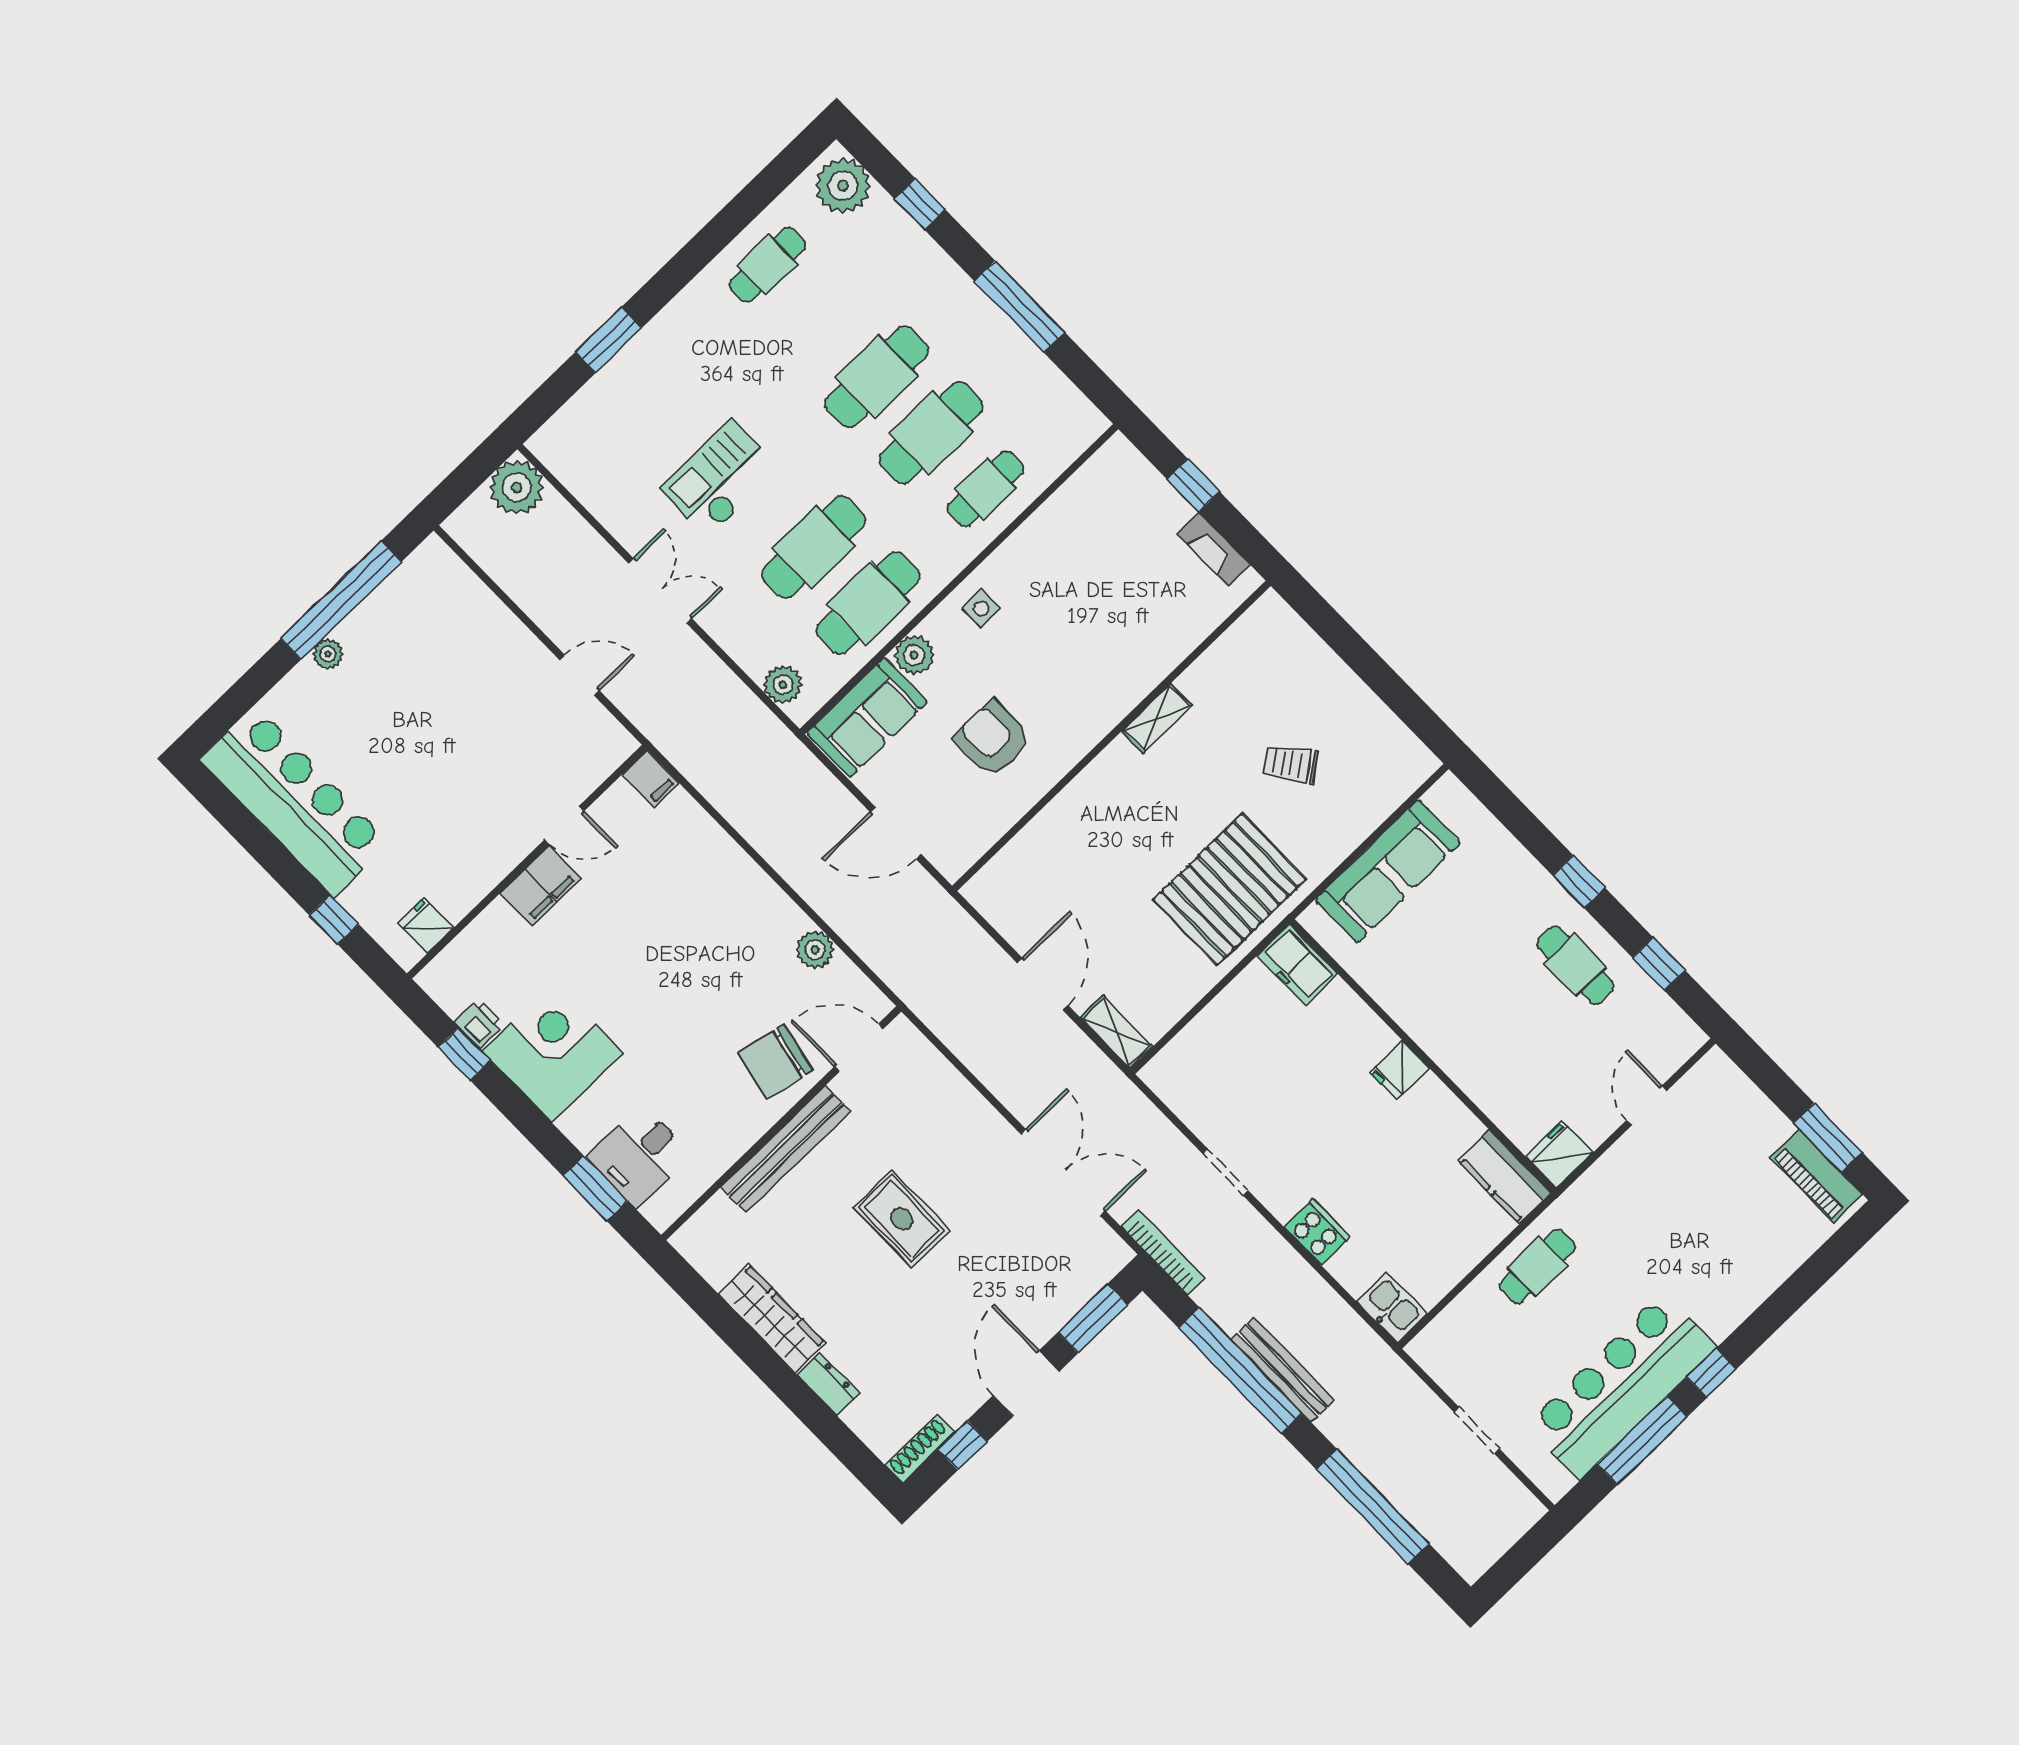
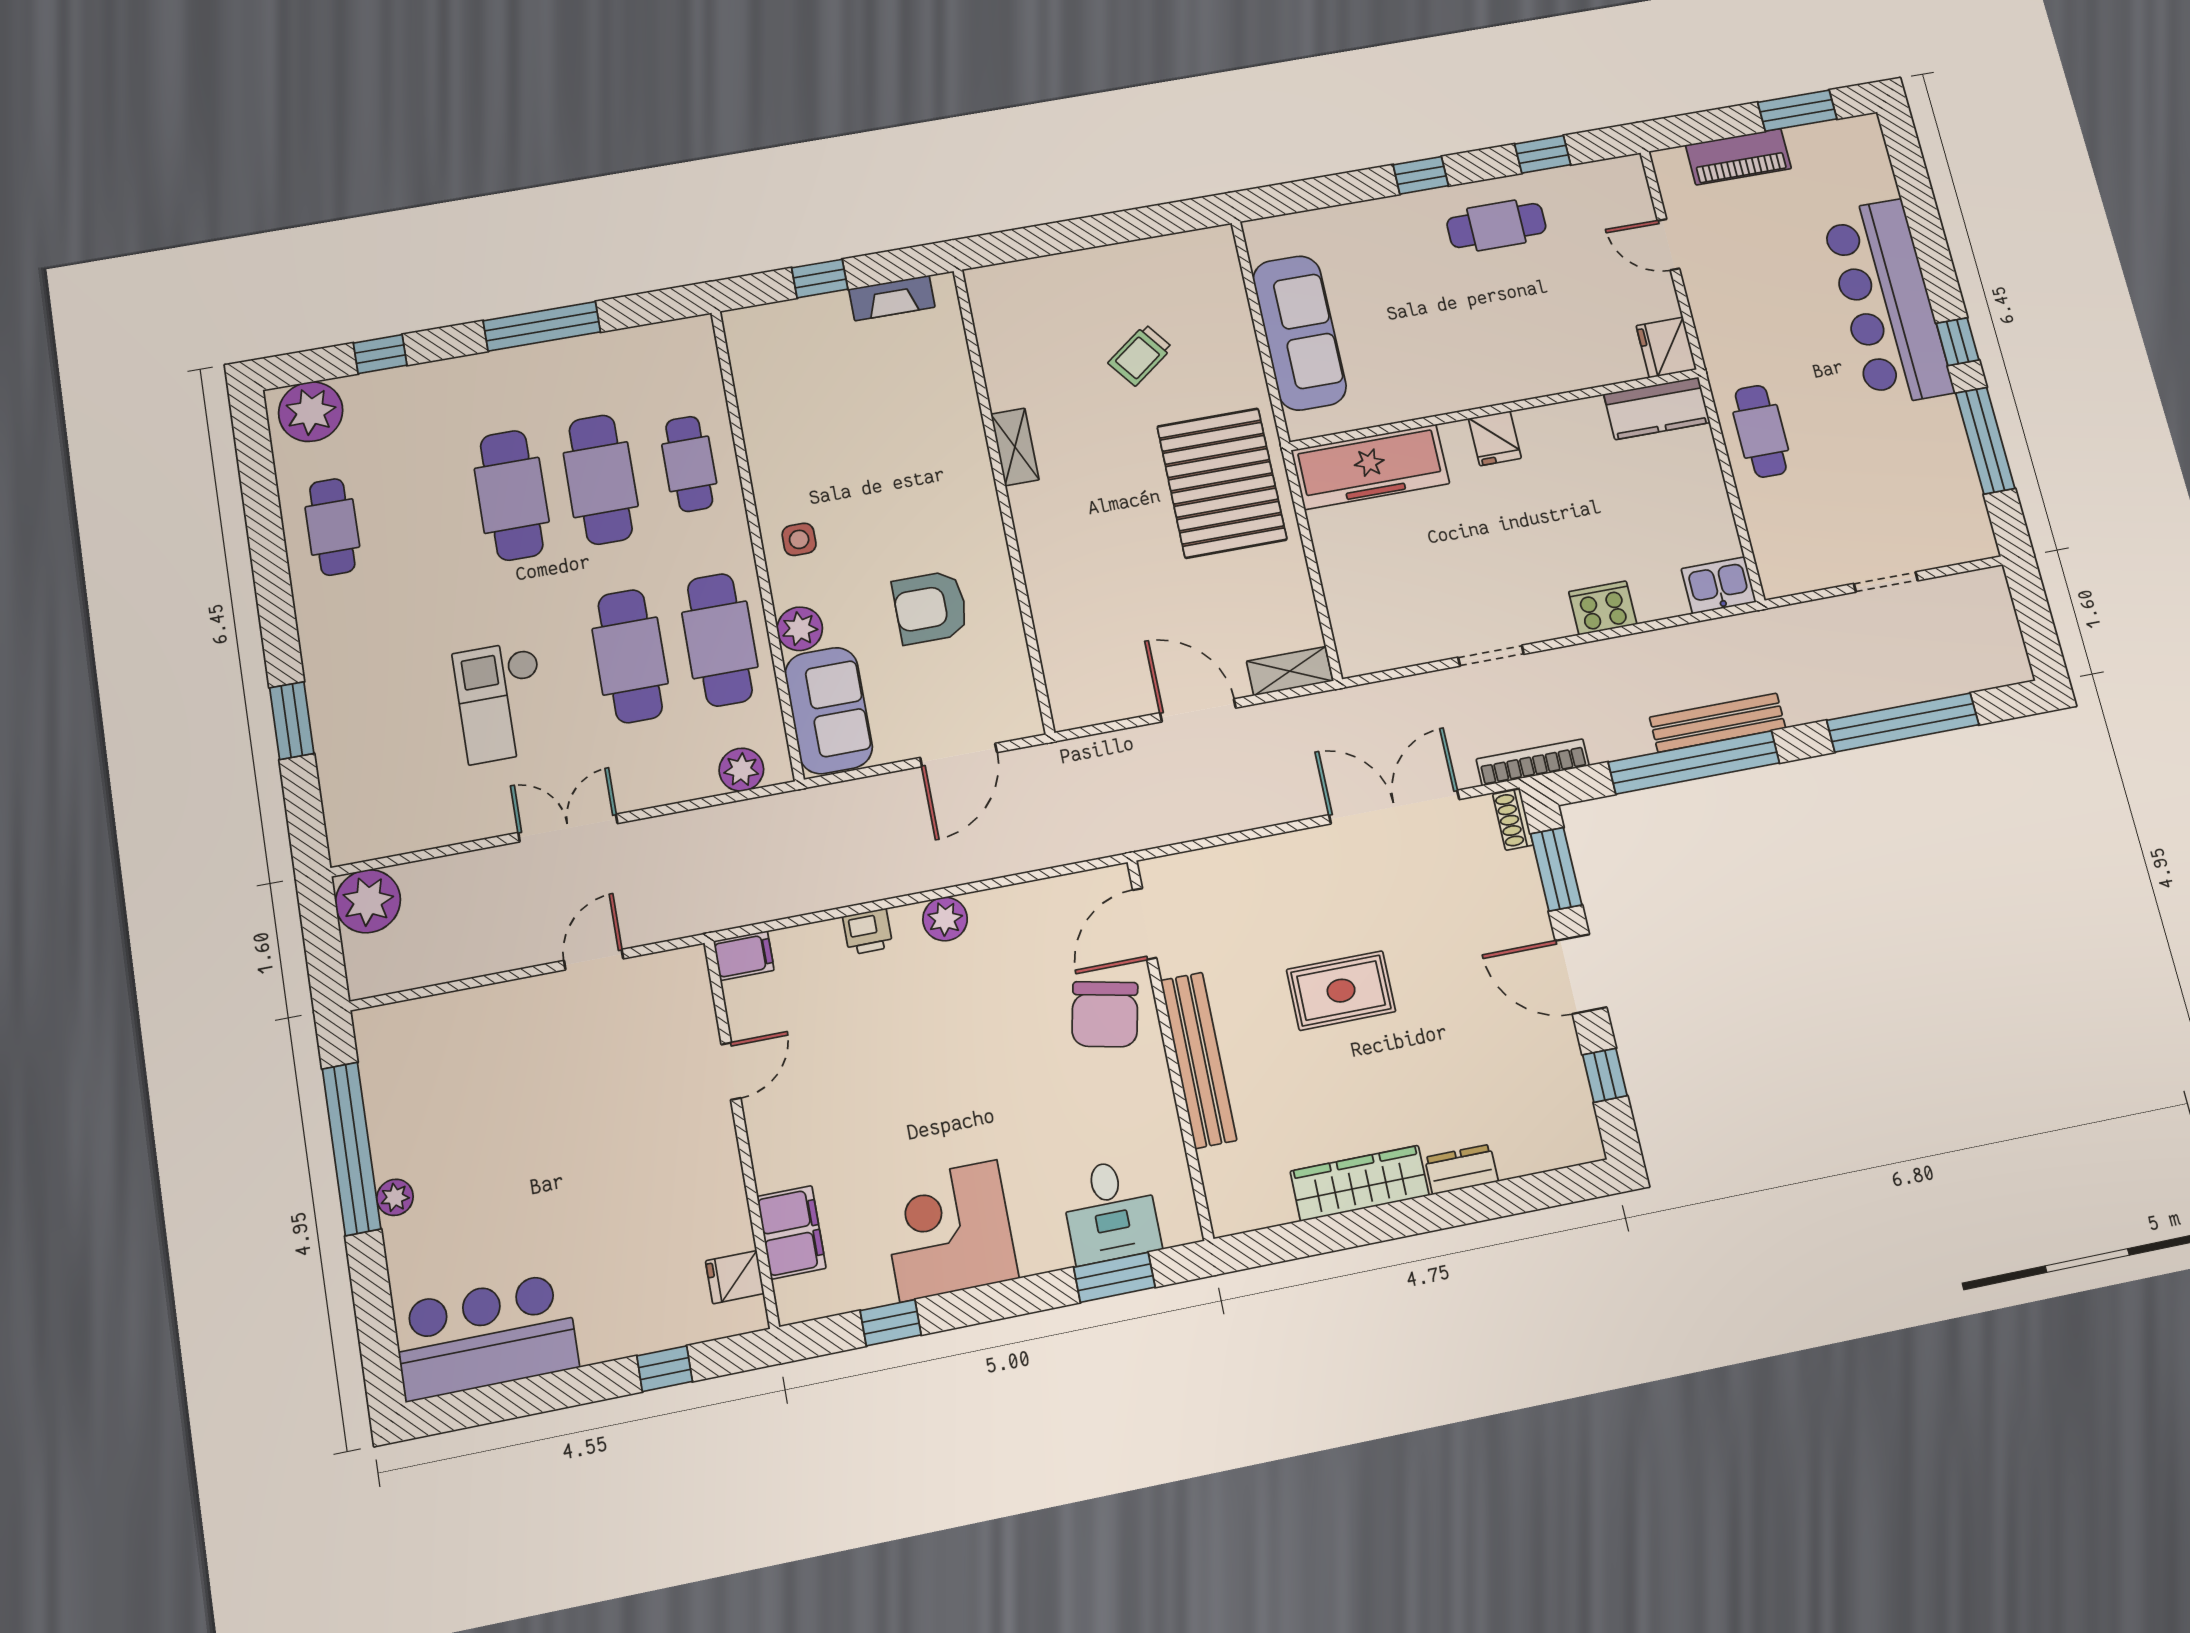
bar counter: (294, 801) -> (486, 1337), width x0.73
filing cabinet: (541, 886) -> (791, 1232), moved
plant: (815, 950) -> (945, 919), moved
freezer: (1297, 965) -> (1370, 467), width x1.91, depth x1.26
printer: (479, 1024) -> (868, 932), moved, turned 180
piano: (1816, 1176) -> (1738, 157), moved
bar counter: (1621, 1386) -> (1887, 302), moved
shoe rack: (920, 1449) -> (1513, 820), moved, width x0.70

